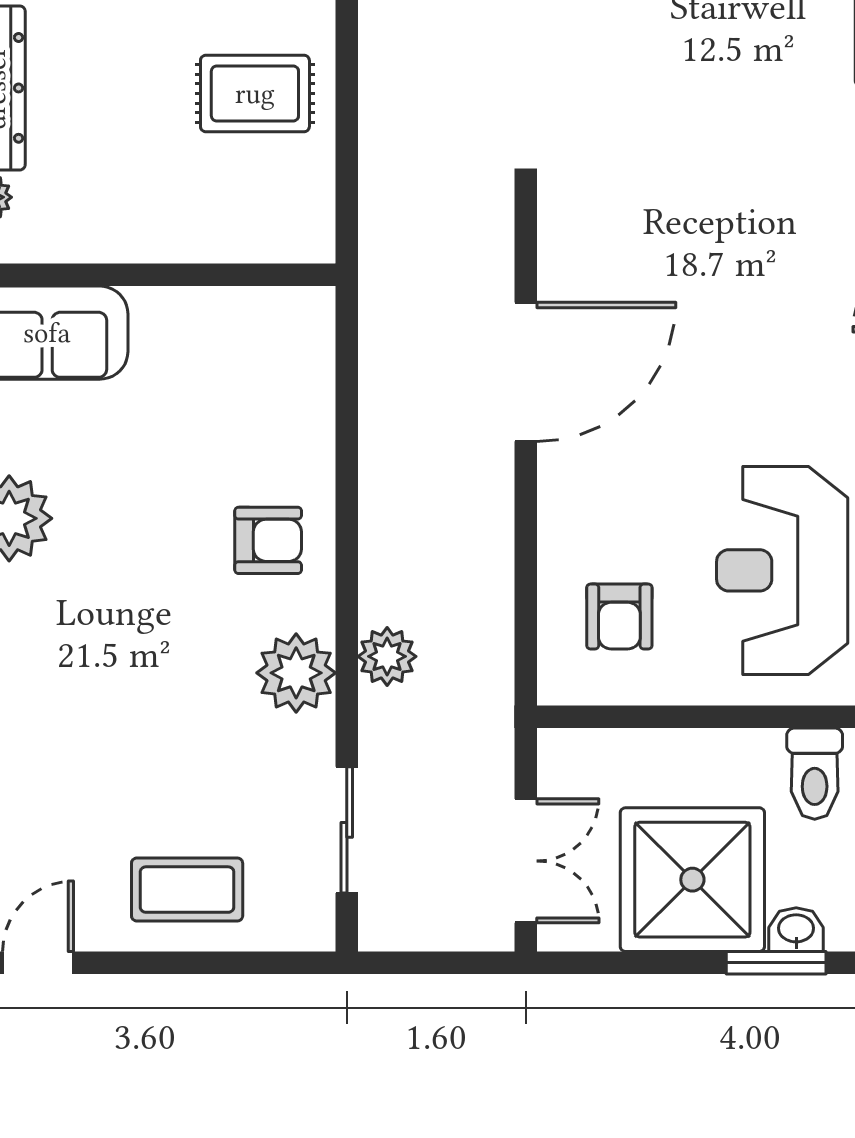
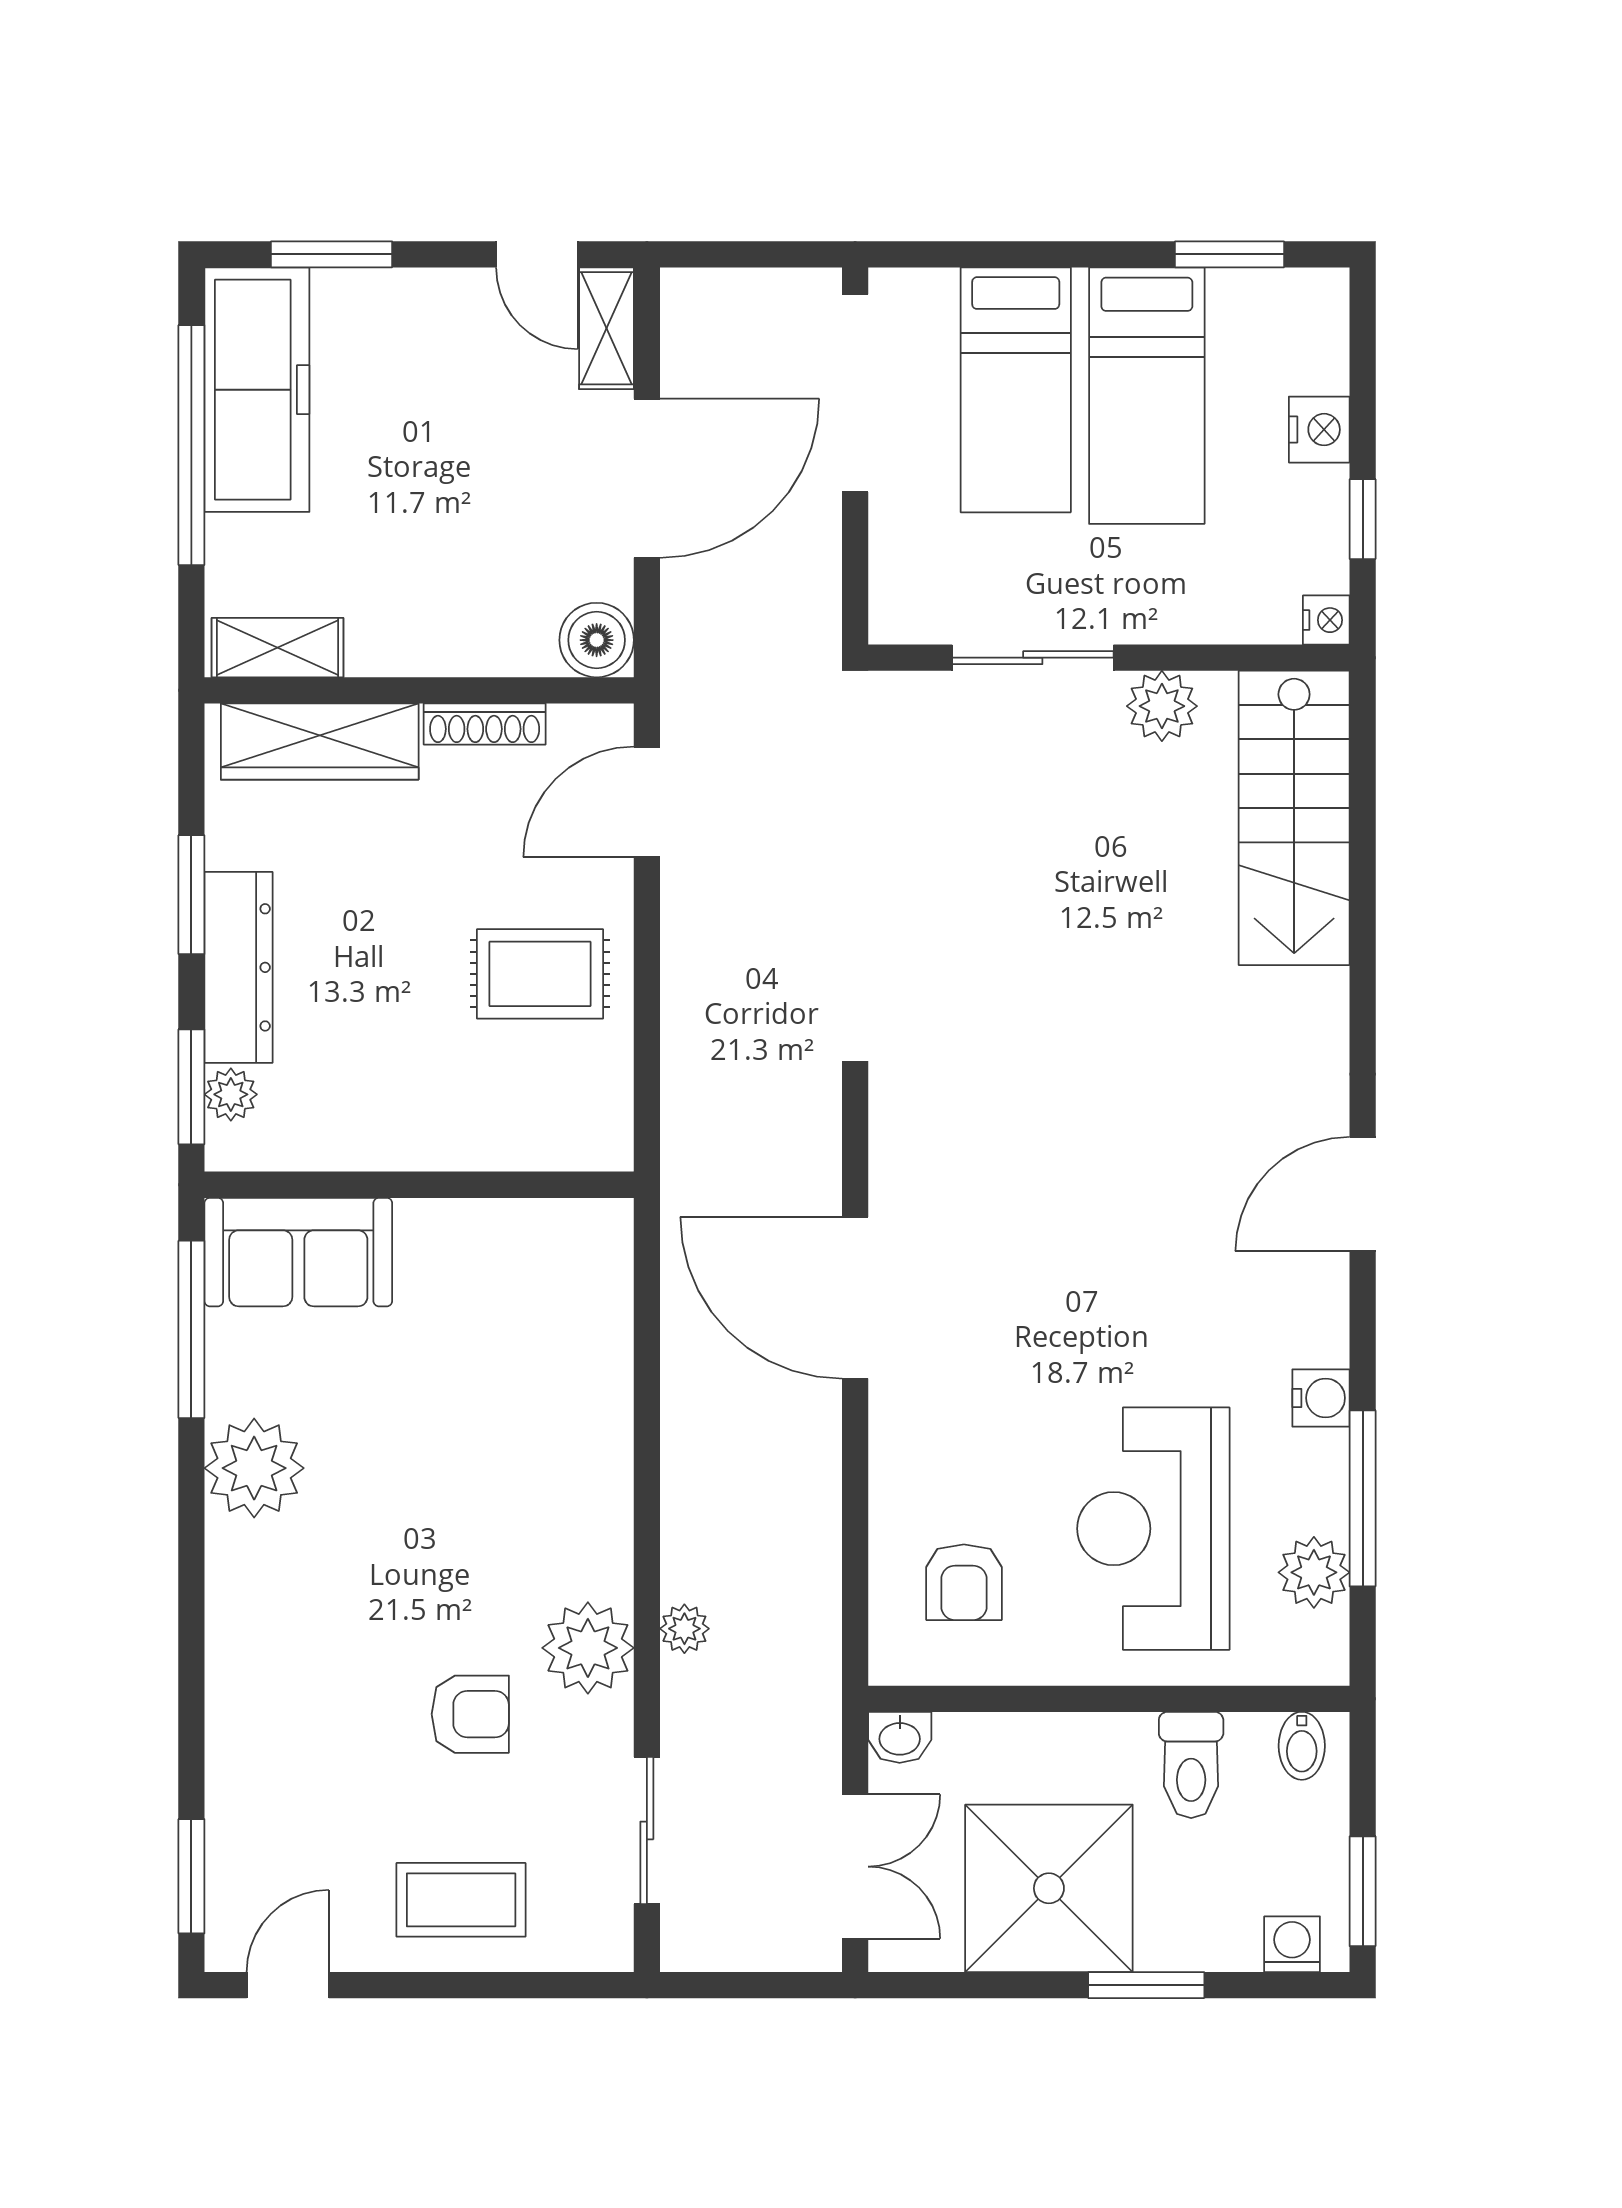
door: (526, 372) -> (855, 1298), swing flipped
armchair: (268, 540) -> (470, 1714), moved
plant: (387, 656) -> (684, 1629), width x0.73, depth x0.73
washbasin: (796, 930) -> (900, 1737), moved, turned 180

